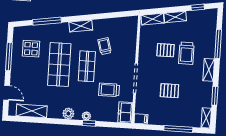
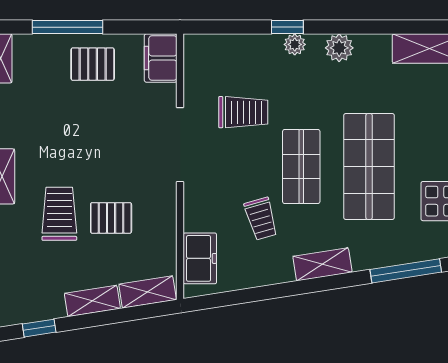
pallet: (169, 91) -> (93, 64), moved
freezer: (125, 112) -> (200, 258), moved
filing cabinet: (141, 119) -> (161, 58), width x2.00

